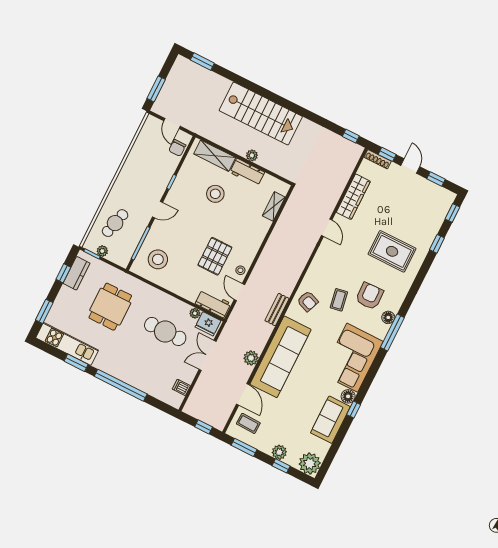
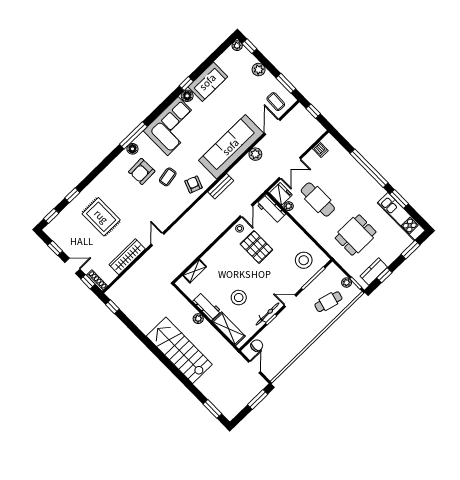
door: (410, 166) -> (72, 266), swing flipped
bicycle: (177, 187) -> (268, 314), added
rug: (392, 251) -> (101, 217), moved
pallet: (215, 256) -> (256, 247), turned 90
plant: (310, 464) -> (237, 46), width x0.53, depth x0.53
window: (281, 466) -> (249, 46), moved

